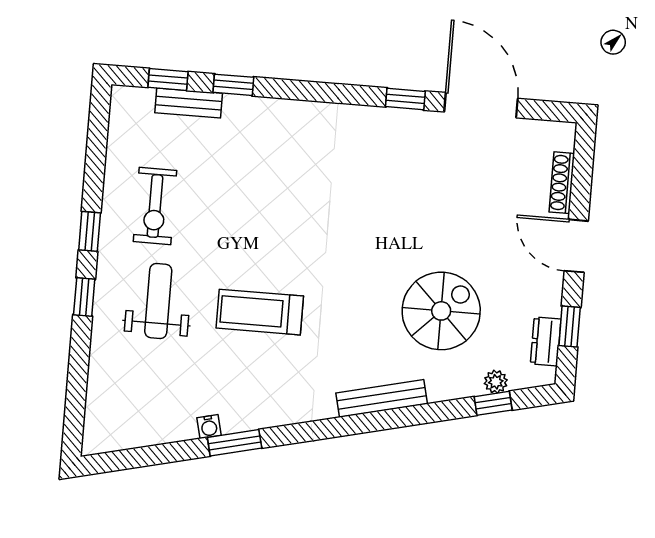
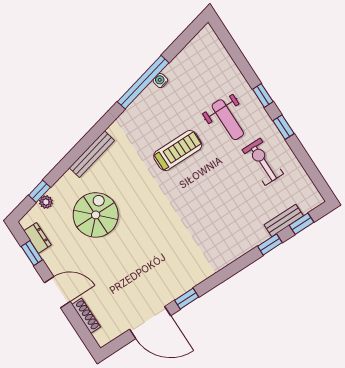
spiral stairs: (441, 311) -> (96, 215), turned 180
window: (235, 443) -> (143, 82), width x2.11

